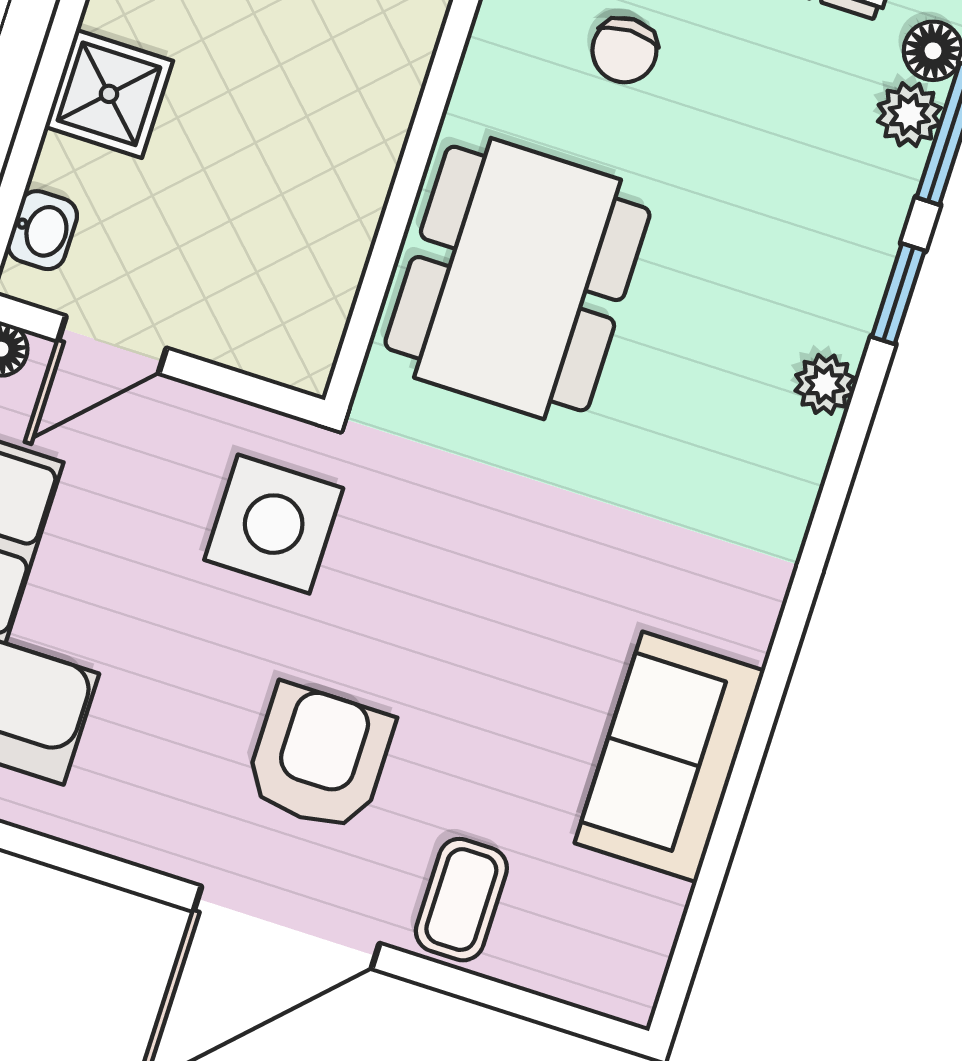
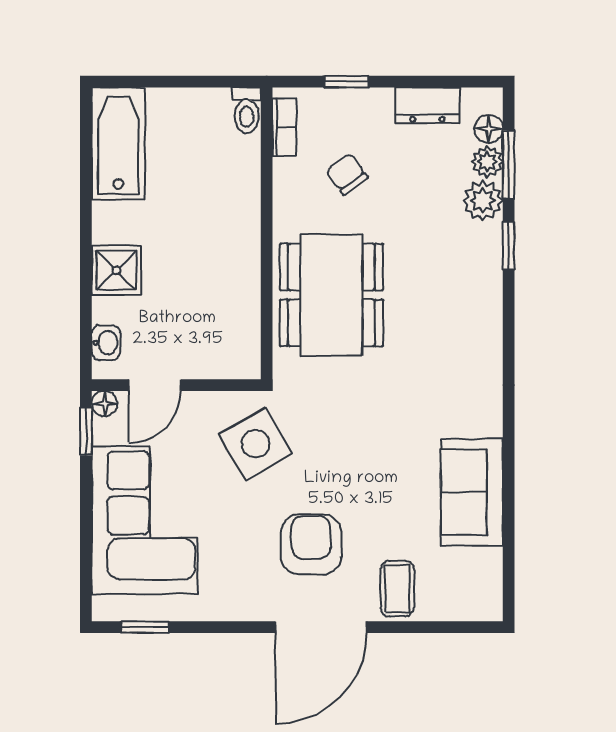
chair: (624, 50) -> (347, 174), turned 144
plant: (825, 384) -> (483, 201), moved, width x1.38, depth x1.38
side table: (274, 524) -> (256, 444), turned -30

